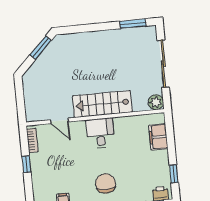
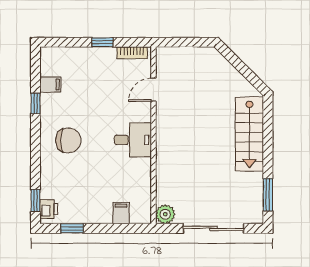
window: (41, 48) -> (249, 75), removed
stairs: (102, 104) -> (249, 134), moved, turned 180
filing cabinet: (158, 137) -> (121, 213), width x0.50

